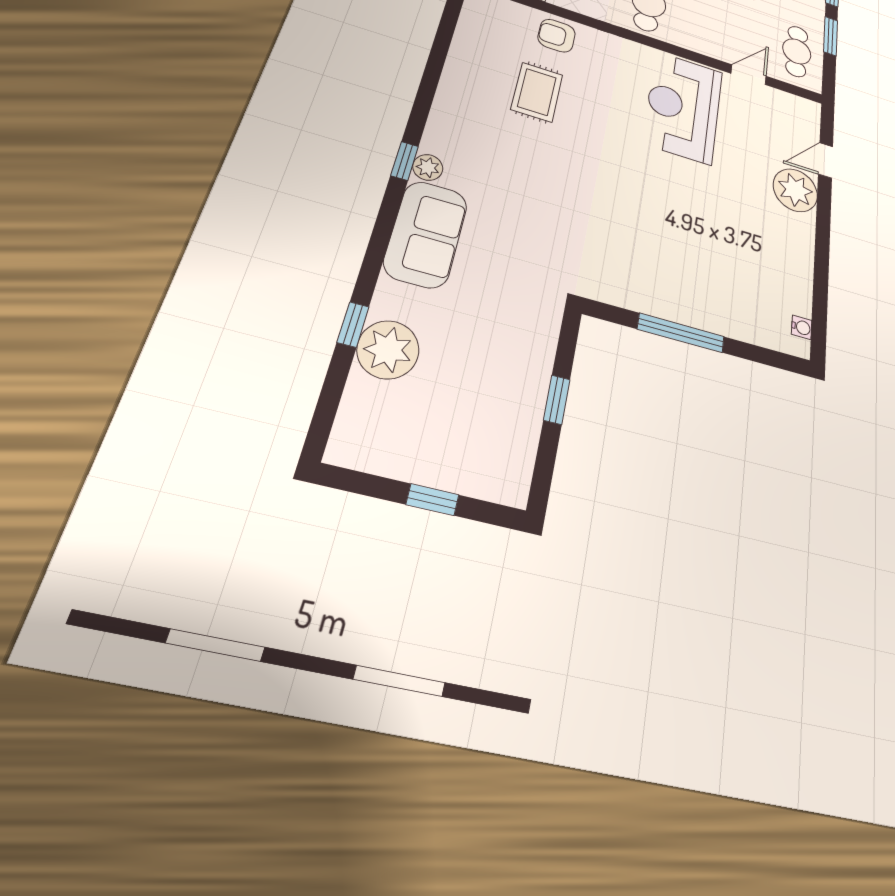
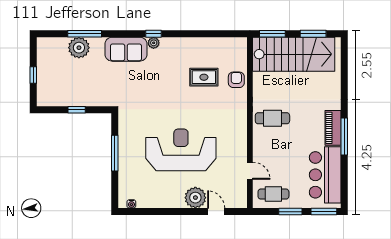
reception desk: (683, 107) -> (181, 150), moved, width x1.36, depth x1.30
window: (353, 325) -> (85, 34), width x2.17

